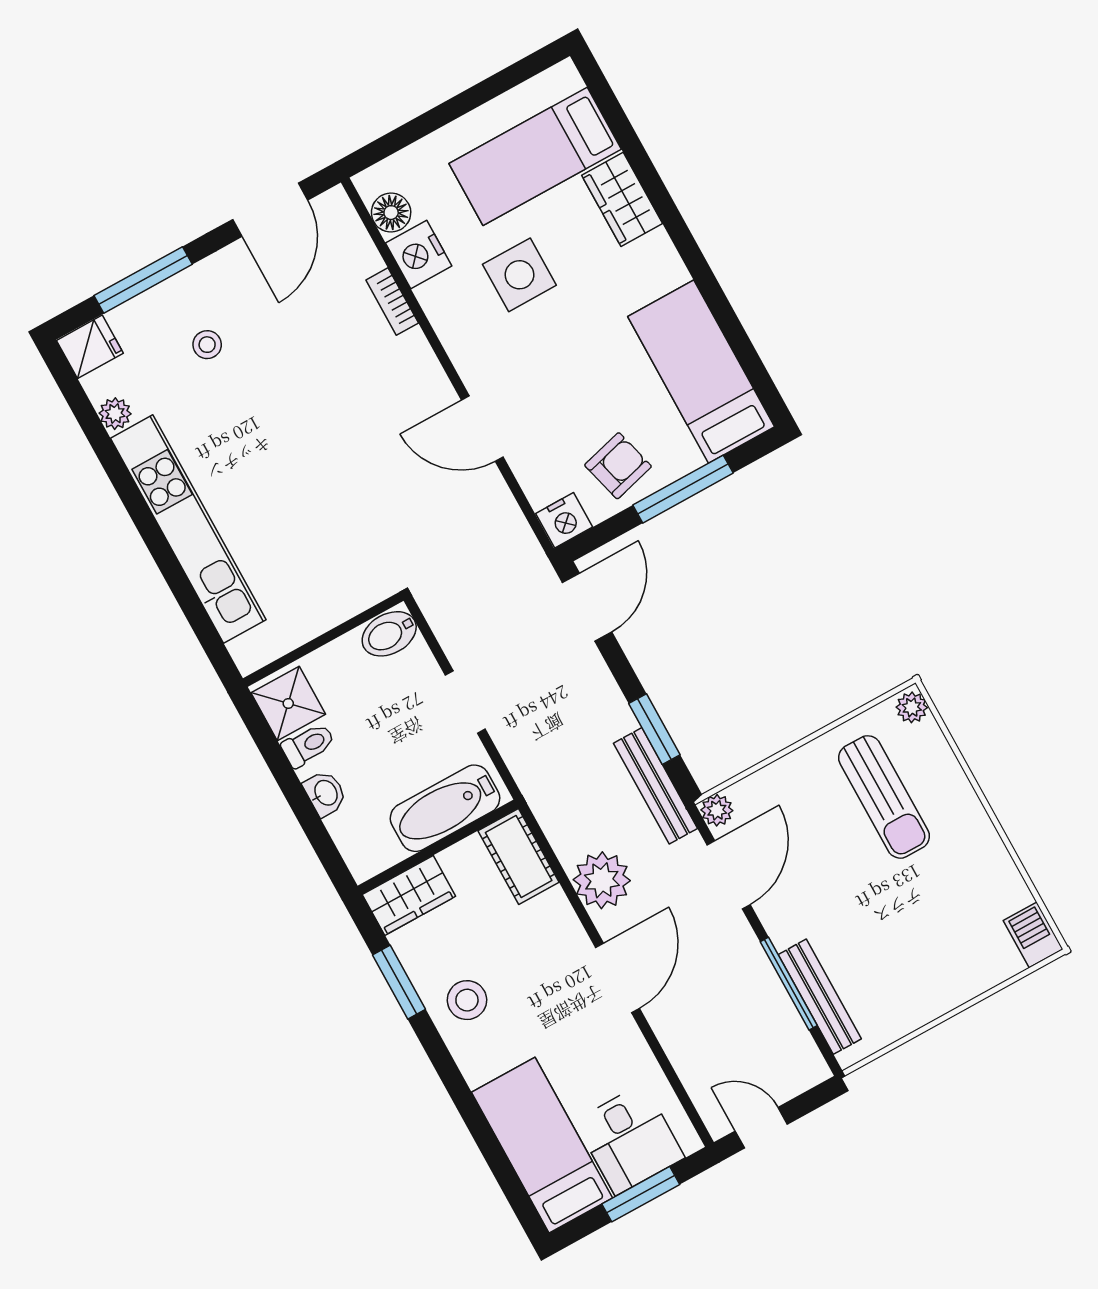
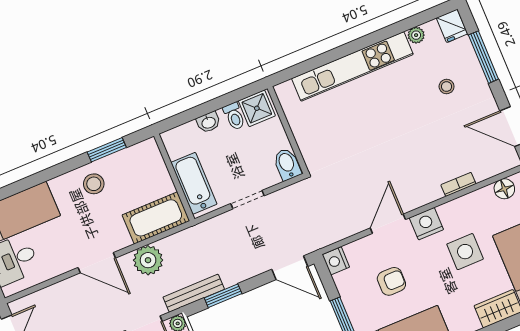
nightstand: (419, 254) -> (426, 224), moved
armchair: (618, 466) -> (391, 281), moved, turned -75
cot: (519, 857) -> (156, 218), width x1.37, depth x1.34
wardrobe: (409, 895) -> (151, 160), removed

